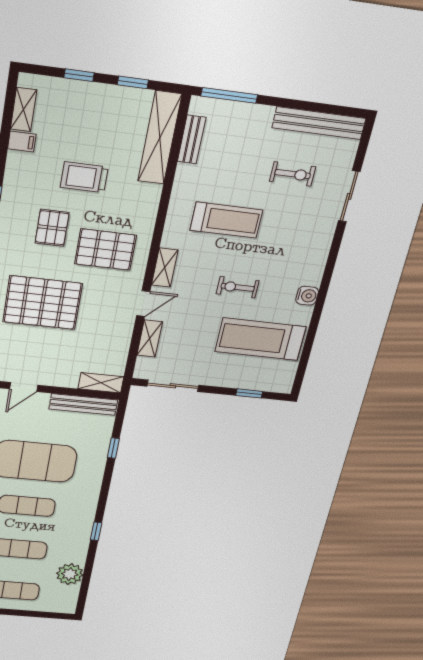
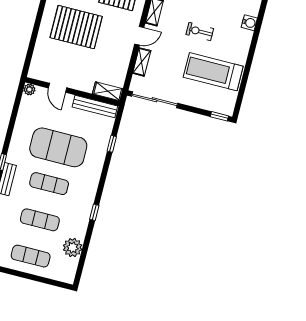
water cooler: (307, 296) -> (249, 23), moved
sliding door: (173, 386) -> (155, 100), width x1.37
door: (24, 387) -> (58, 88), hinge flipped
window: (249, 393) -> (219, 116), moved

